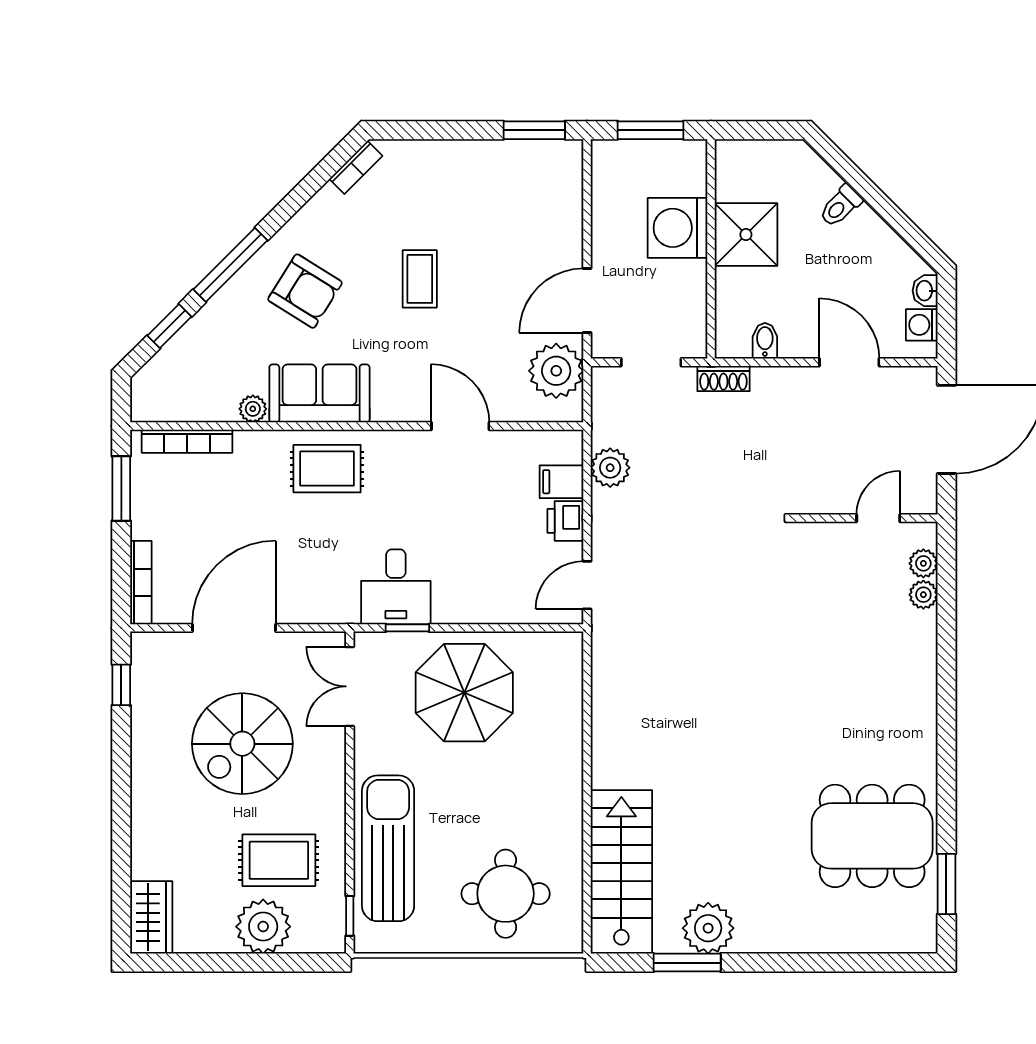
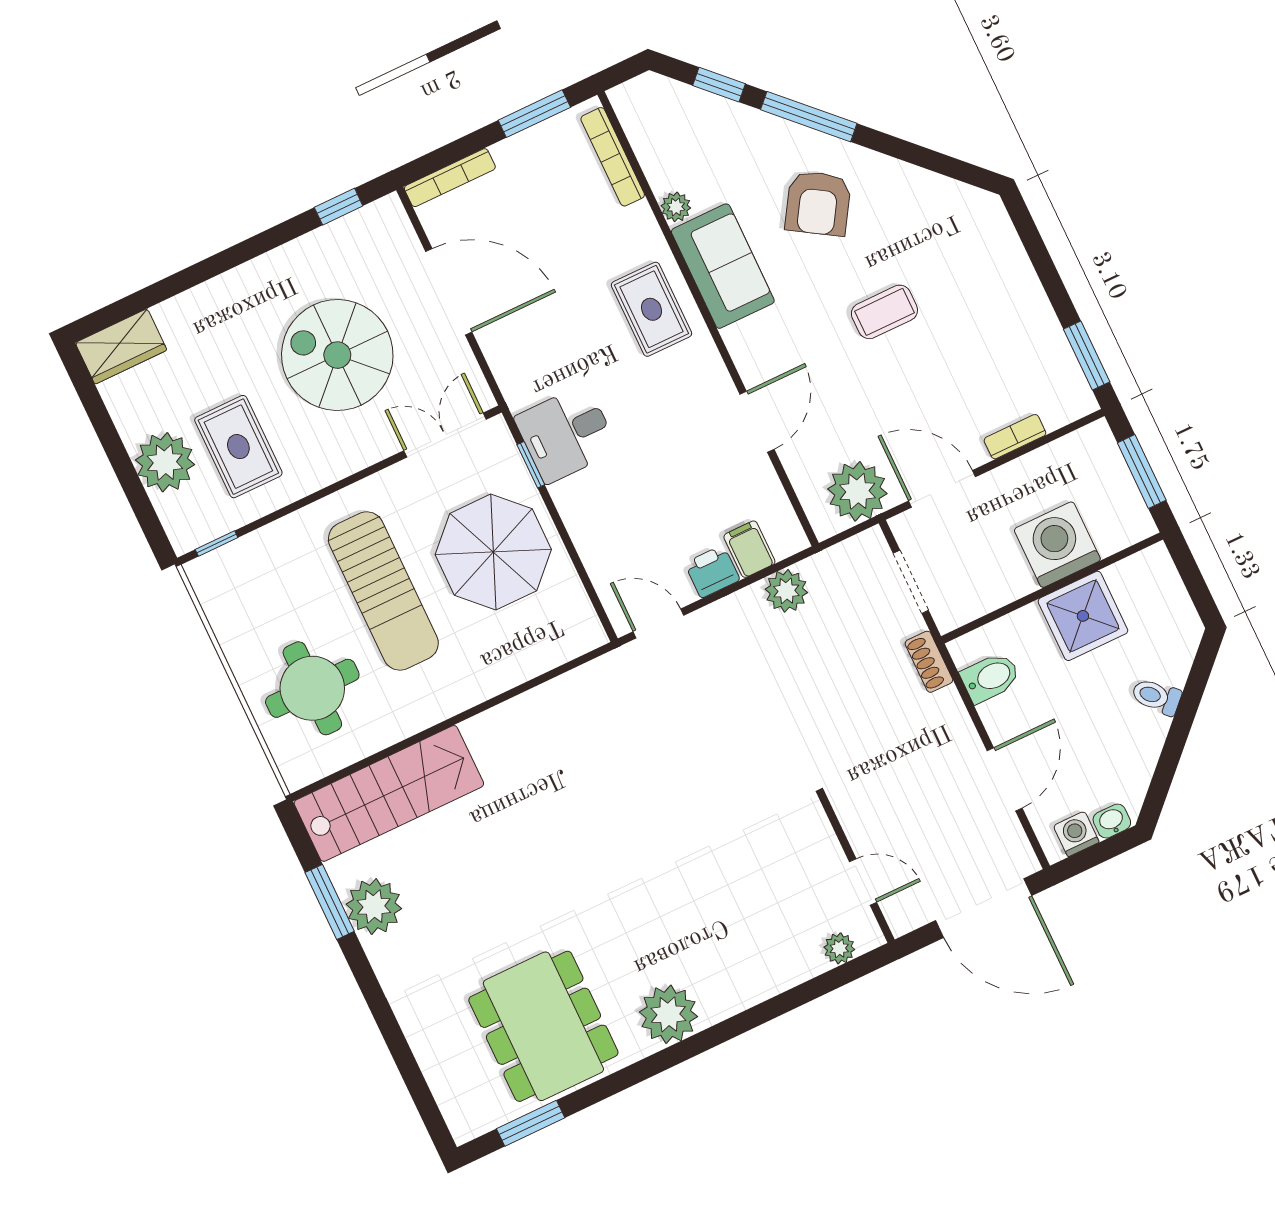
bookcase: (356, 167) -> (1015, 437), moved, turned 135
bidet: (765, 341) -> (990, 677), width x1.38, depth x1.36
plant: (923, 595) -> (668, 1014), moved, width x1.87, depth x1.87
sun lounger: (388, 848) -> (383, 591), moved, turned 90

